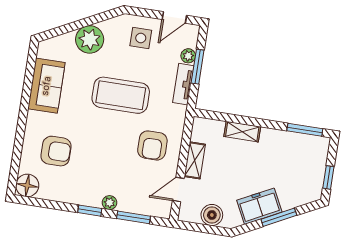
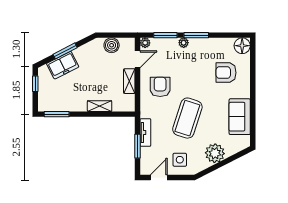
plant: (188, 56) -> (145, 43), moved
coffee table: (121, 95) -> (187, 118), turned -72
freezer: (259, 206) -> (63, 65), moved
window: (90, 211) -> (196, 35), width x1.50

